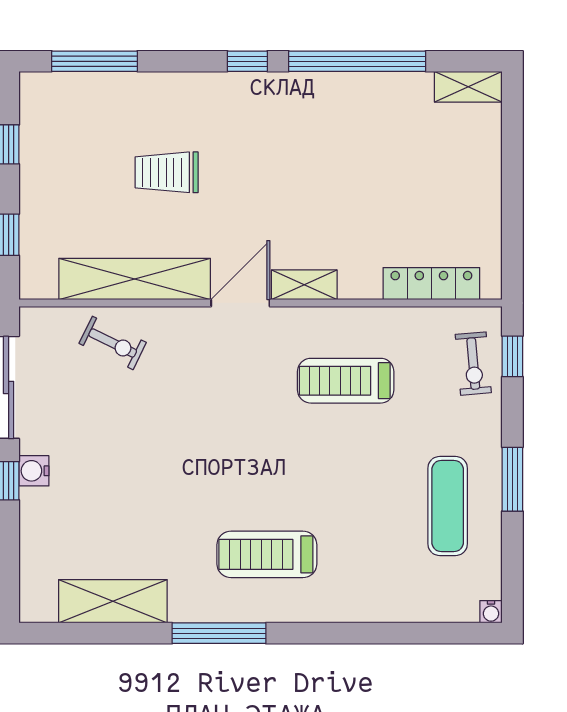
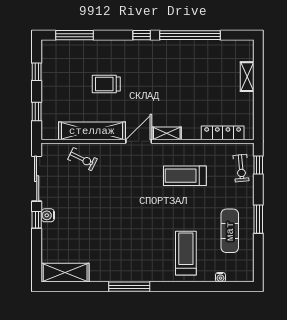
shelving: (468, 87) -> (247, 77), moved, turned 90
treadmill: (267, 554) -> (186, 253), moved, turned 90
shelving: (113, 601) -> (65, 273), moved
water cooler: (491, 612) -> (220, 277), moved

